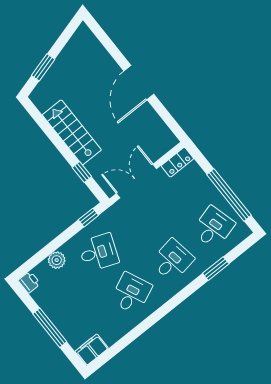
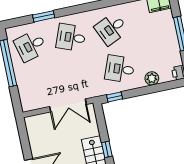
locker: (177, 162) -> (33, 104), removed
window: (82, 172) -> (107, 149), moved
desk: (172, 260) -> (71, 37), turned 30

